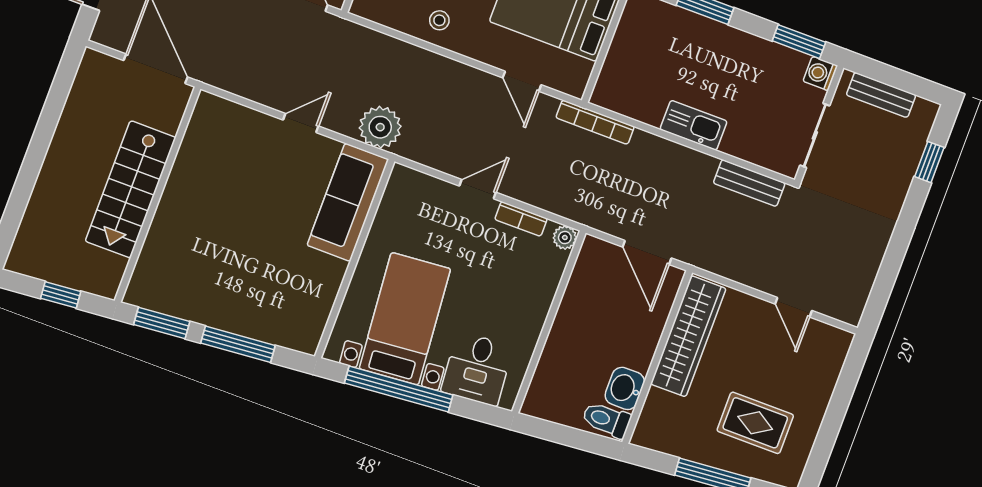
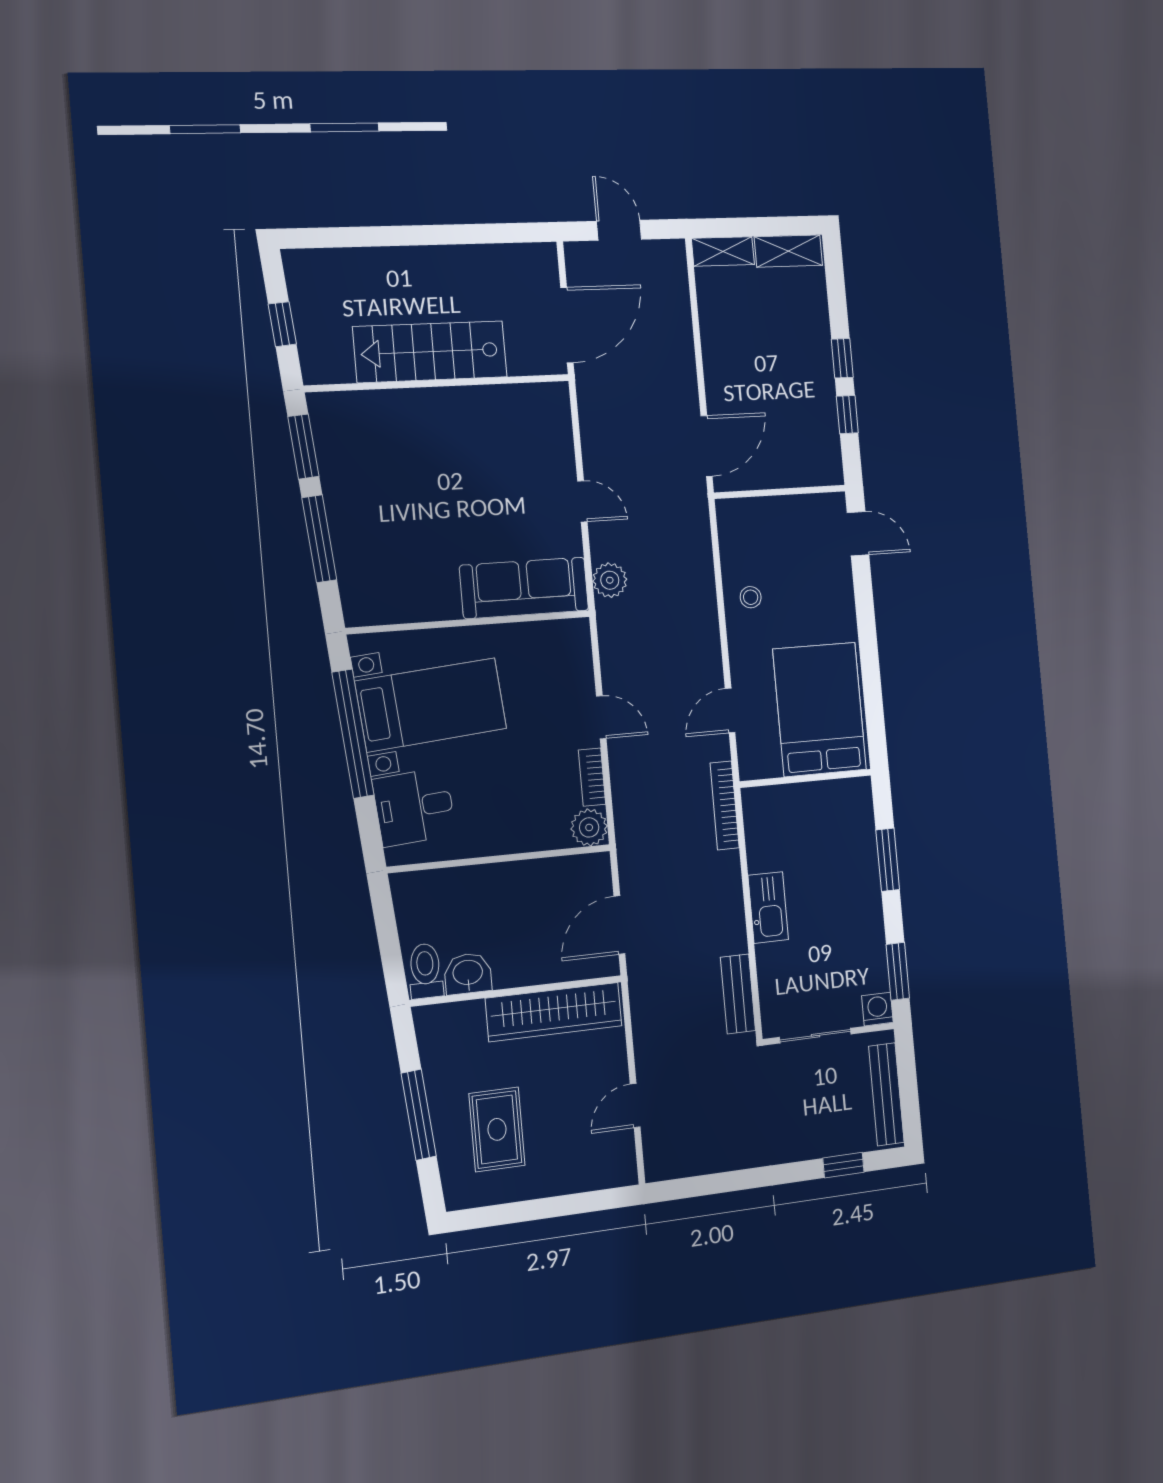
bench: (881, 95) -> (886, 1094), width x1.36
plant: (380, 127) -> (610, 580), width x0.73, depth x0.73
plant: (565, 237) -> (589, 827), width x1.38, depth x1.38

